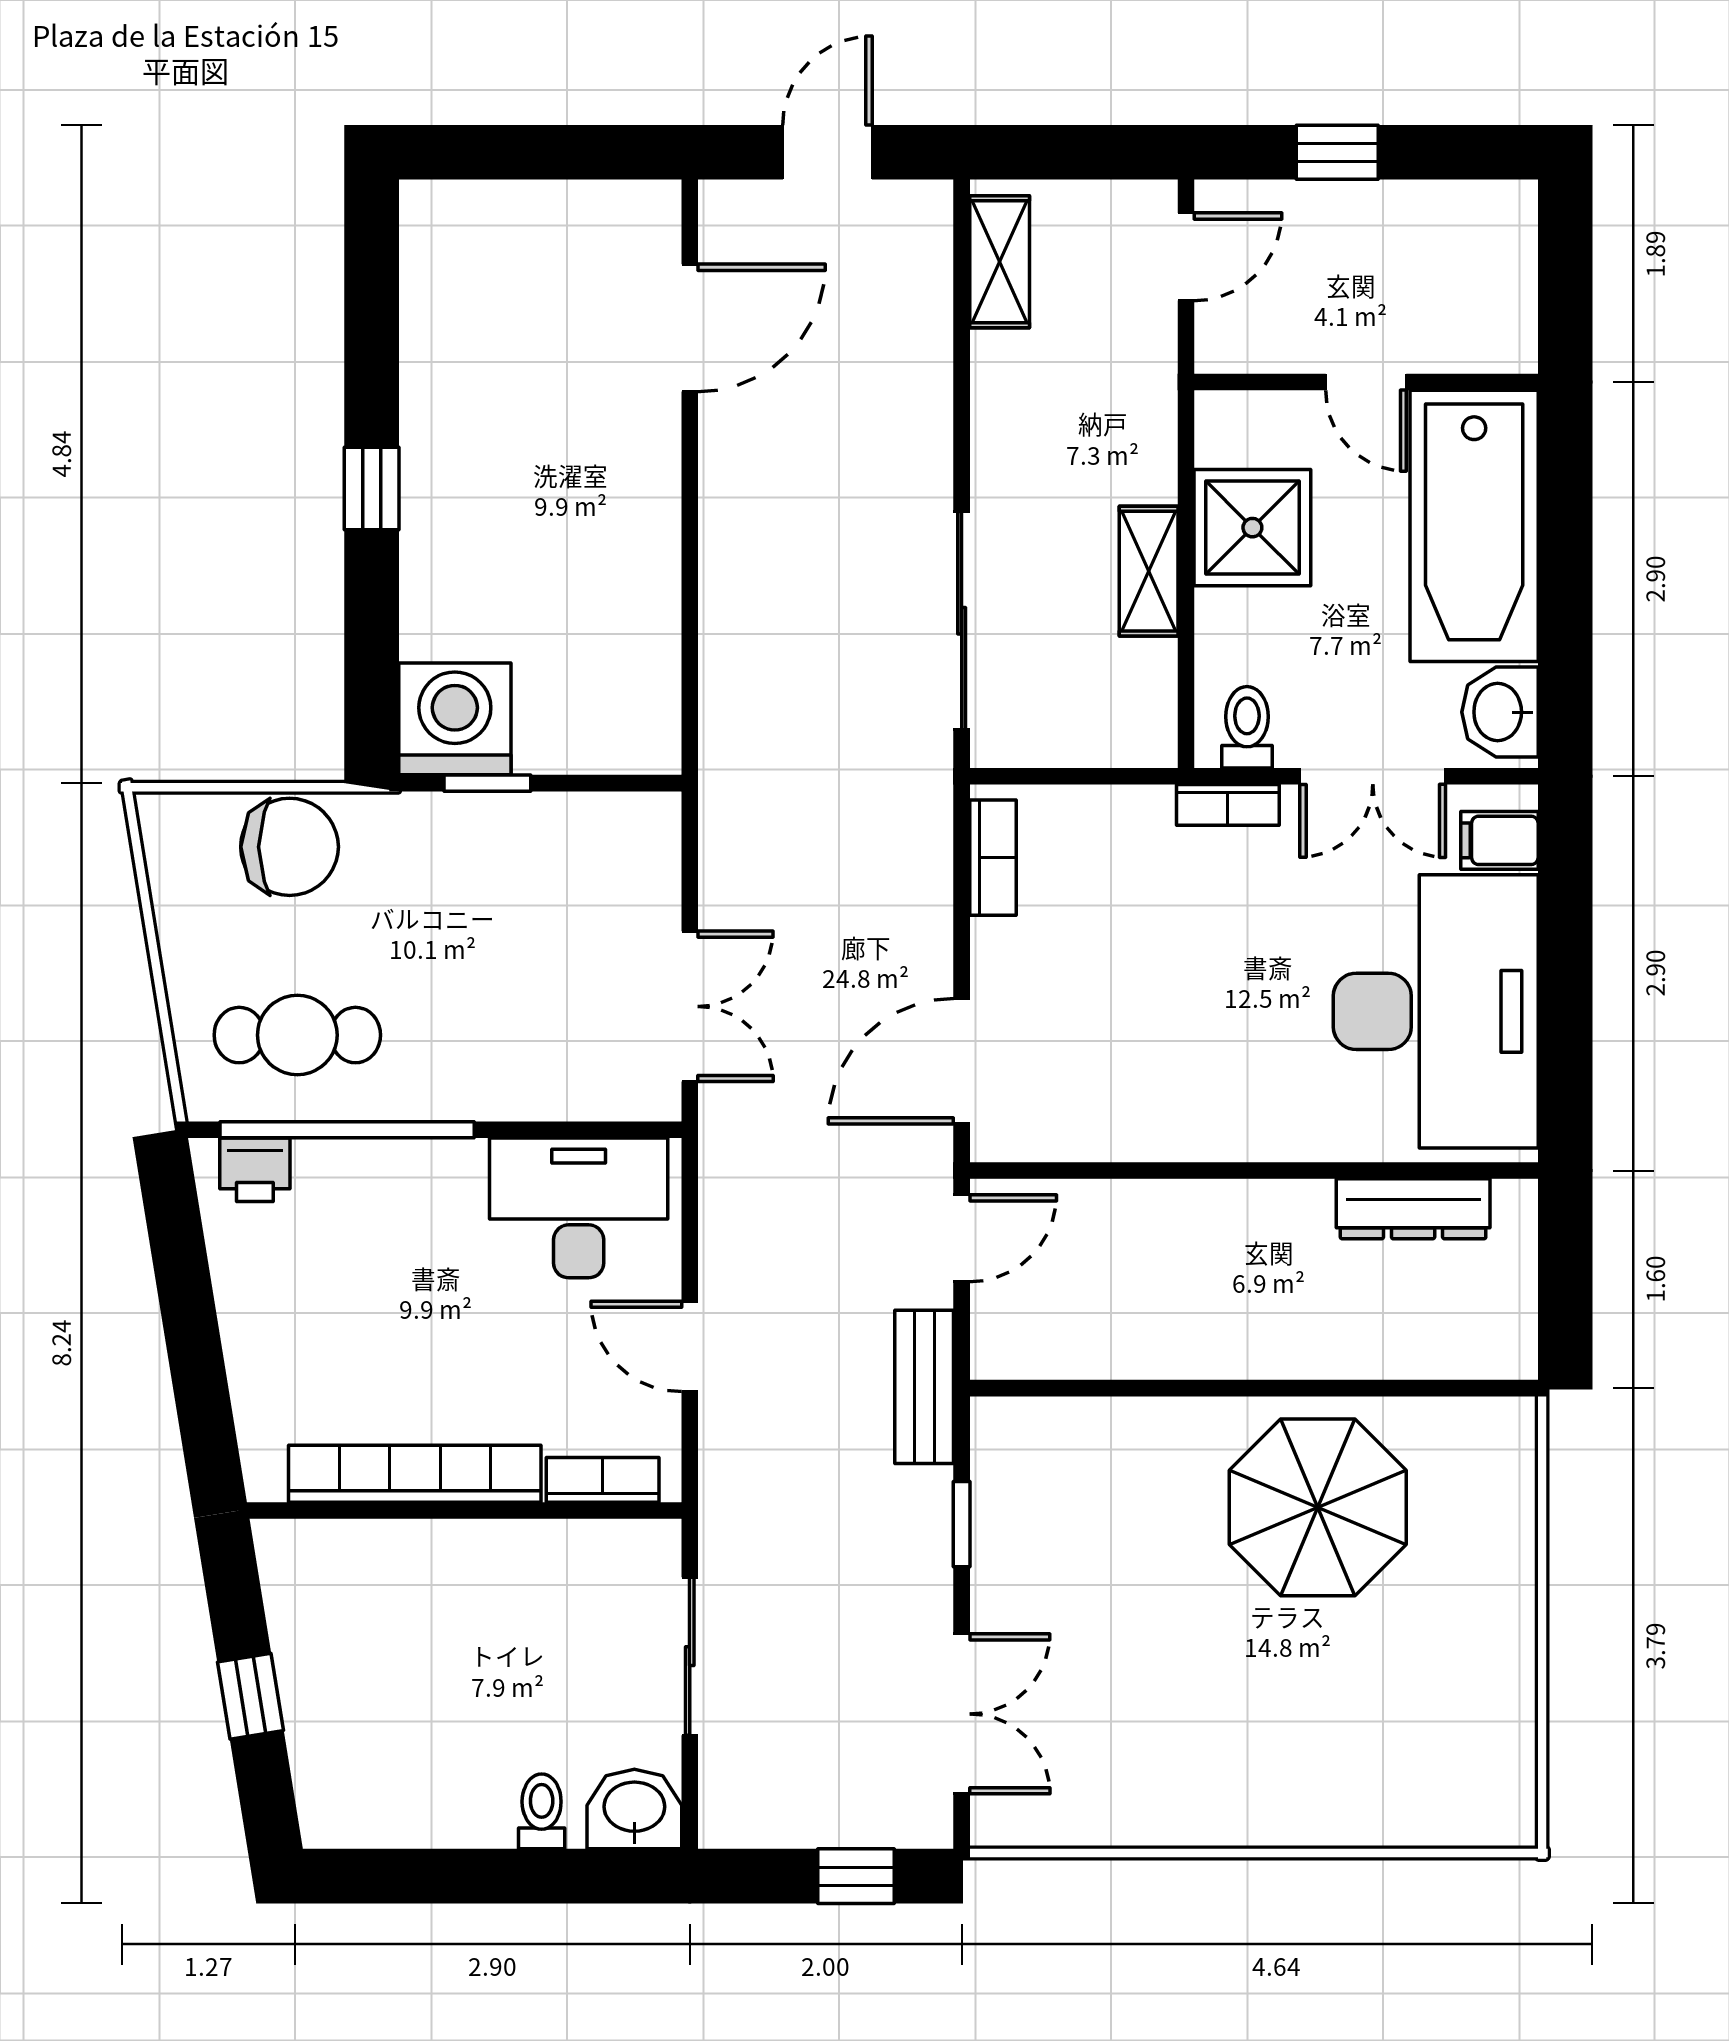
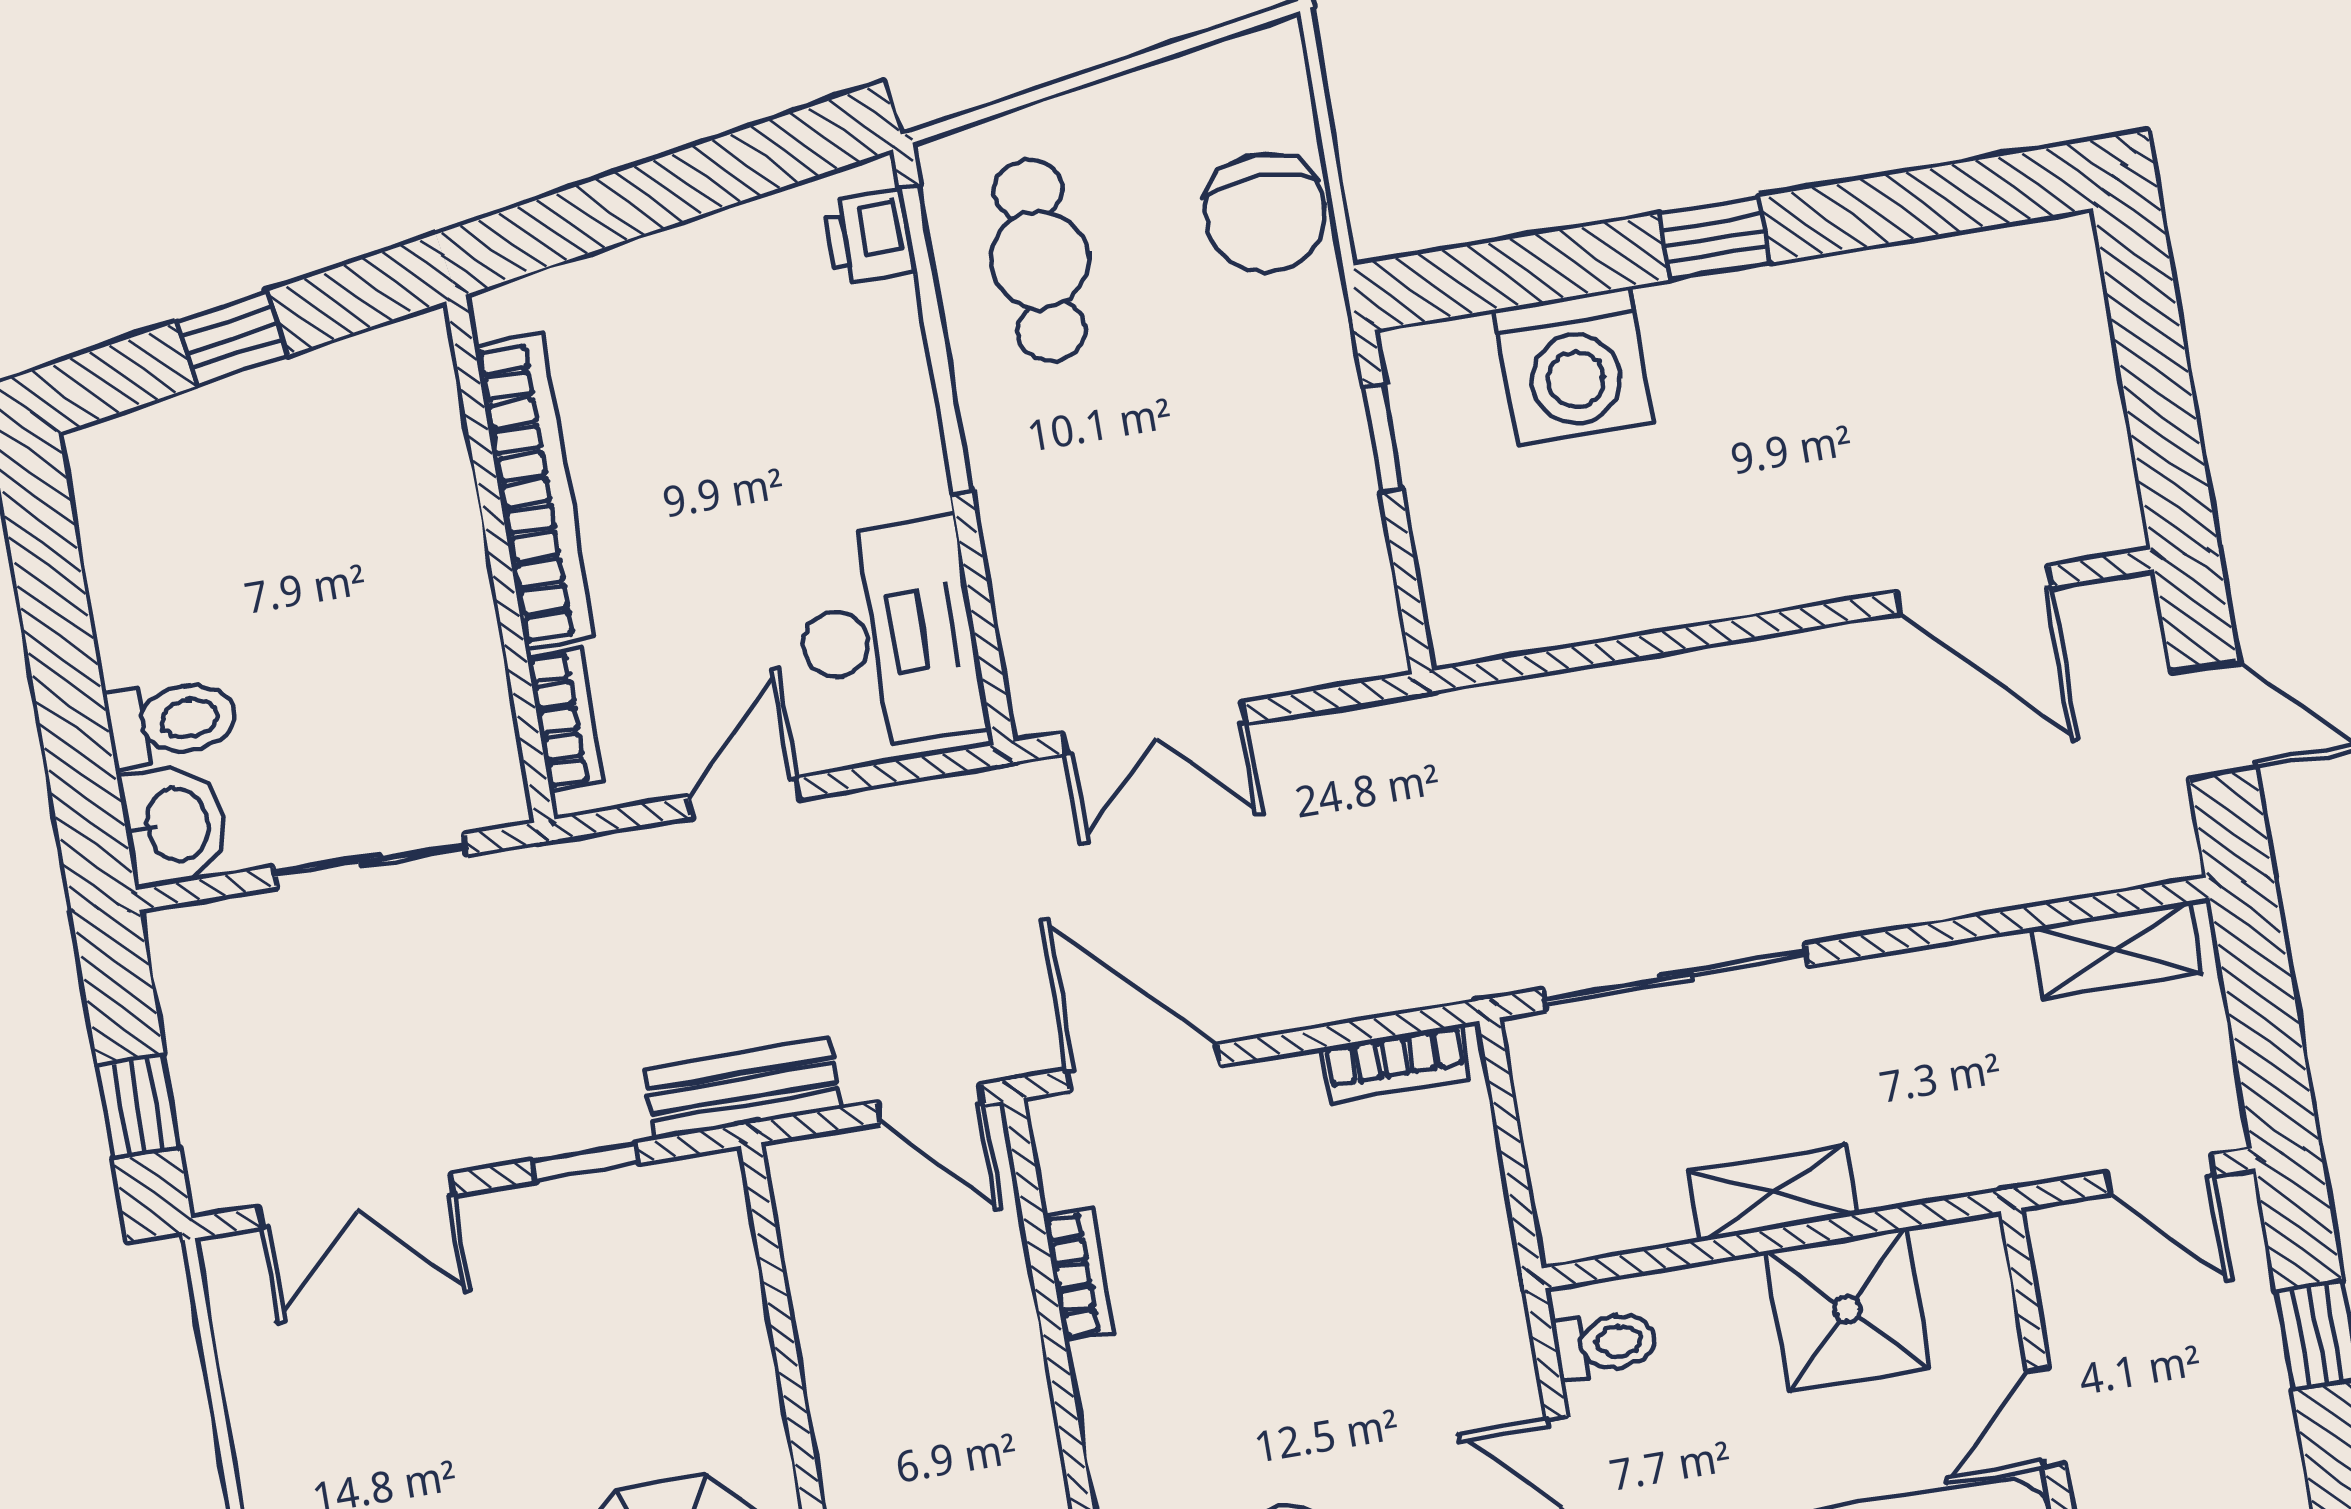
washing machine: (455, 719) -> (1574, 366), moved, turned 90
bookcase: (1228, 805) -> (1079, 1274), moved, turned 180
toilet: (542, 1811) -> (172, 721), width x1.37, depth x1.39

